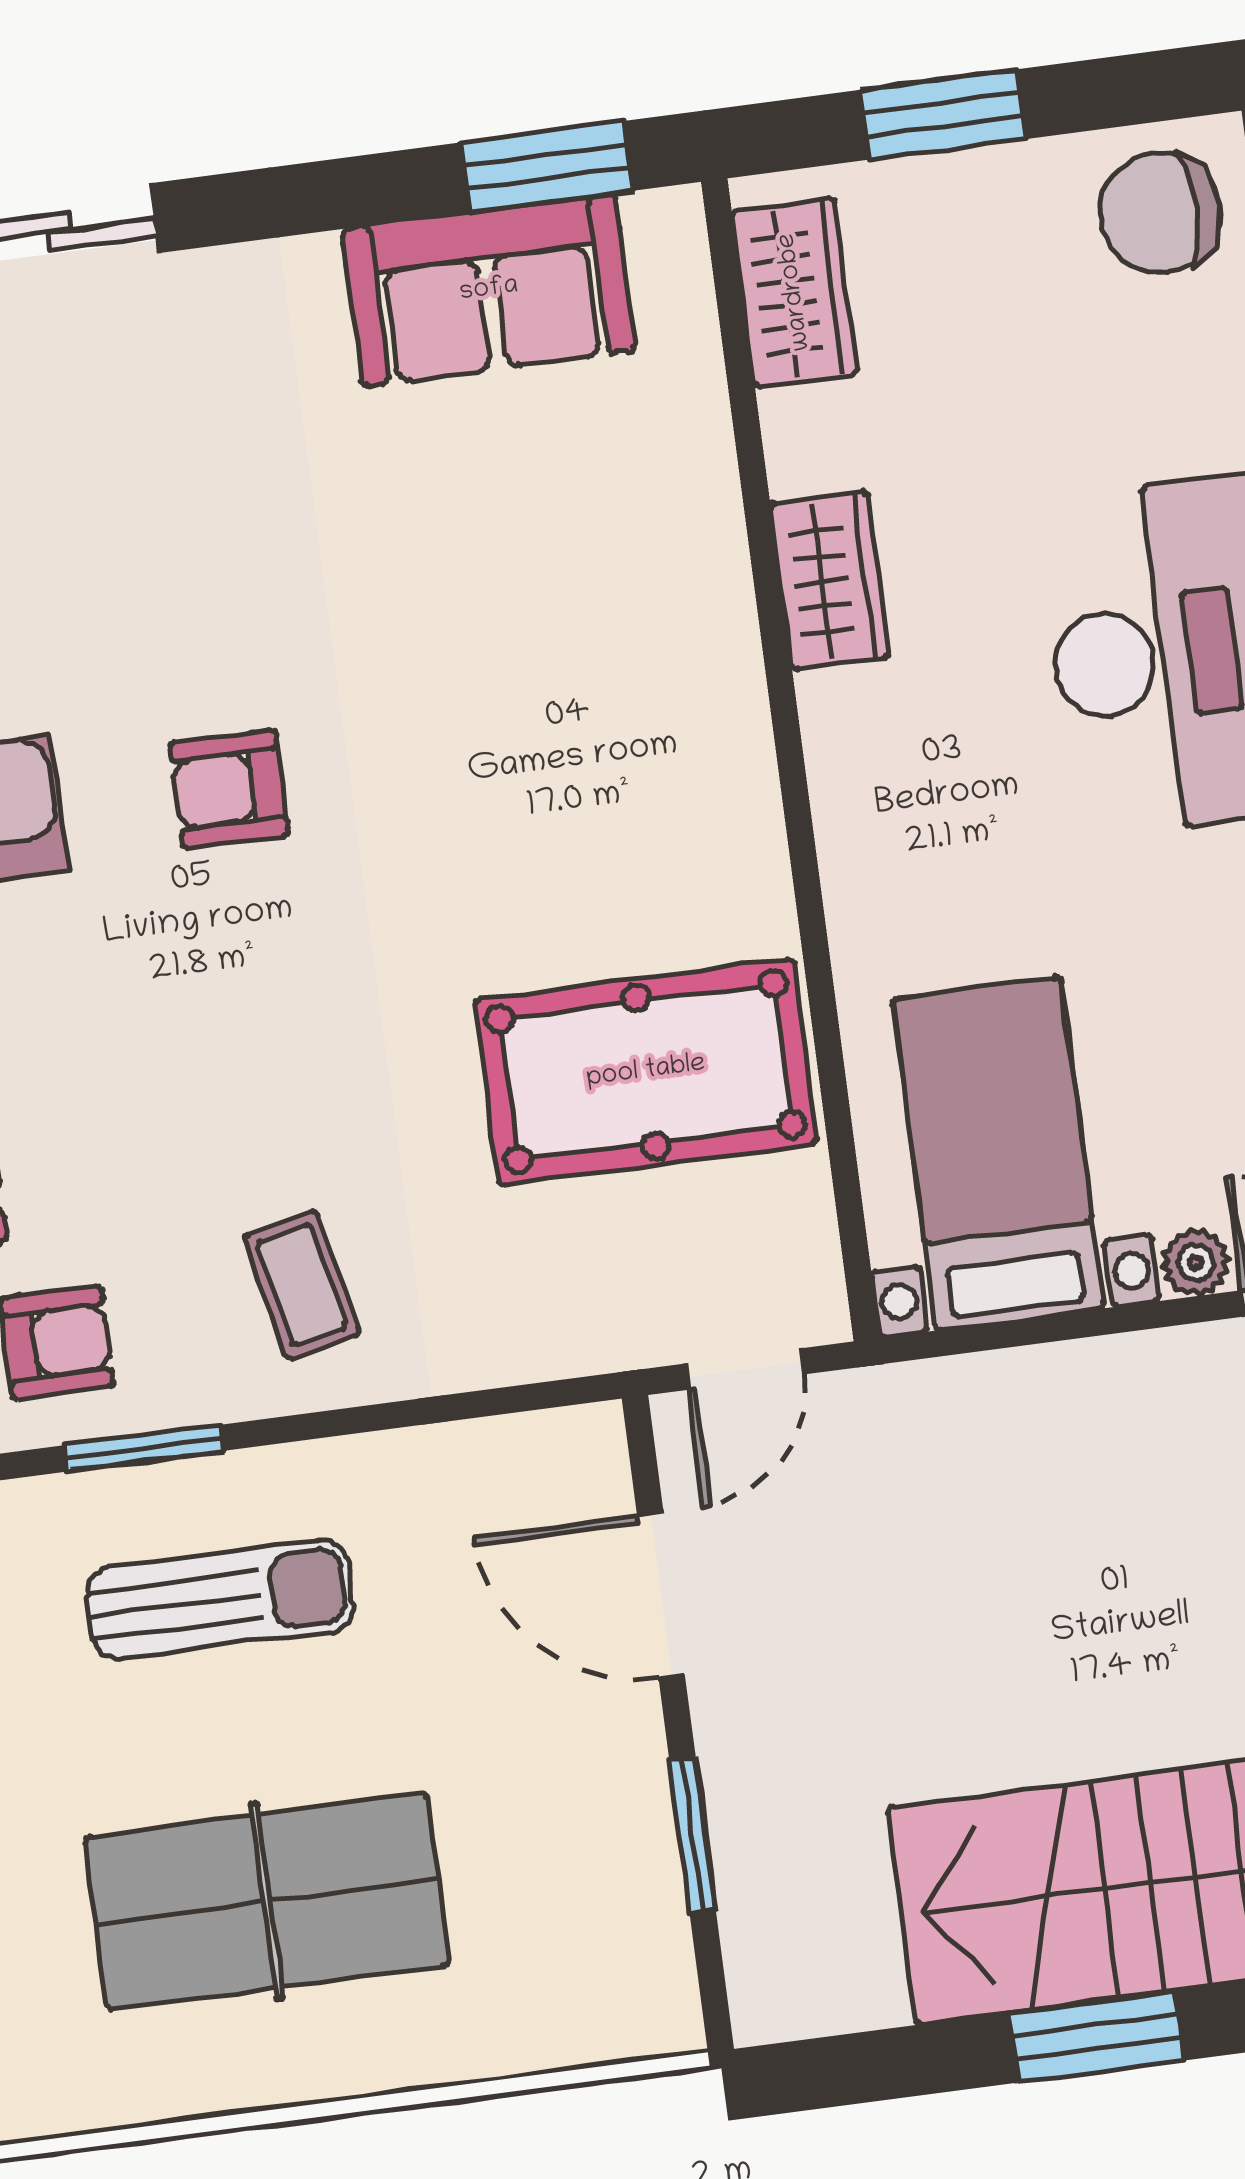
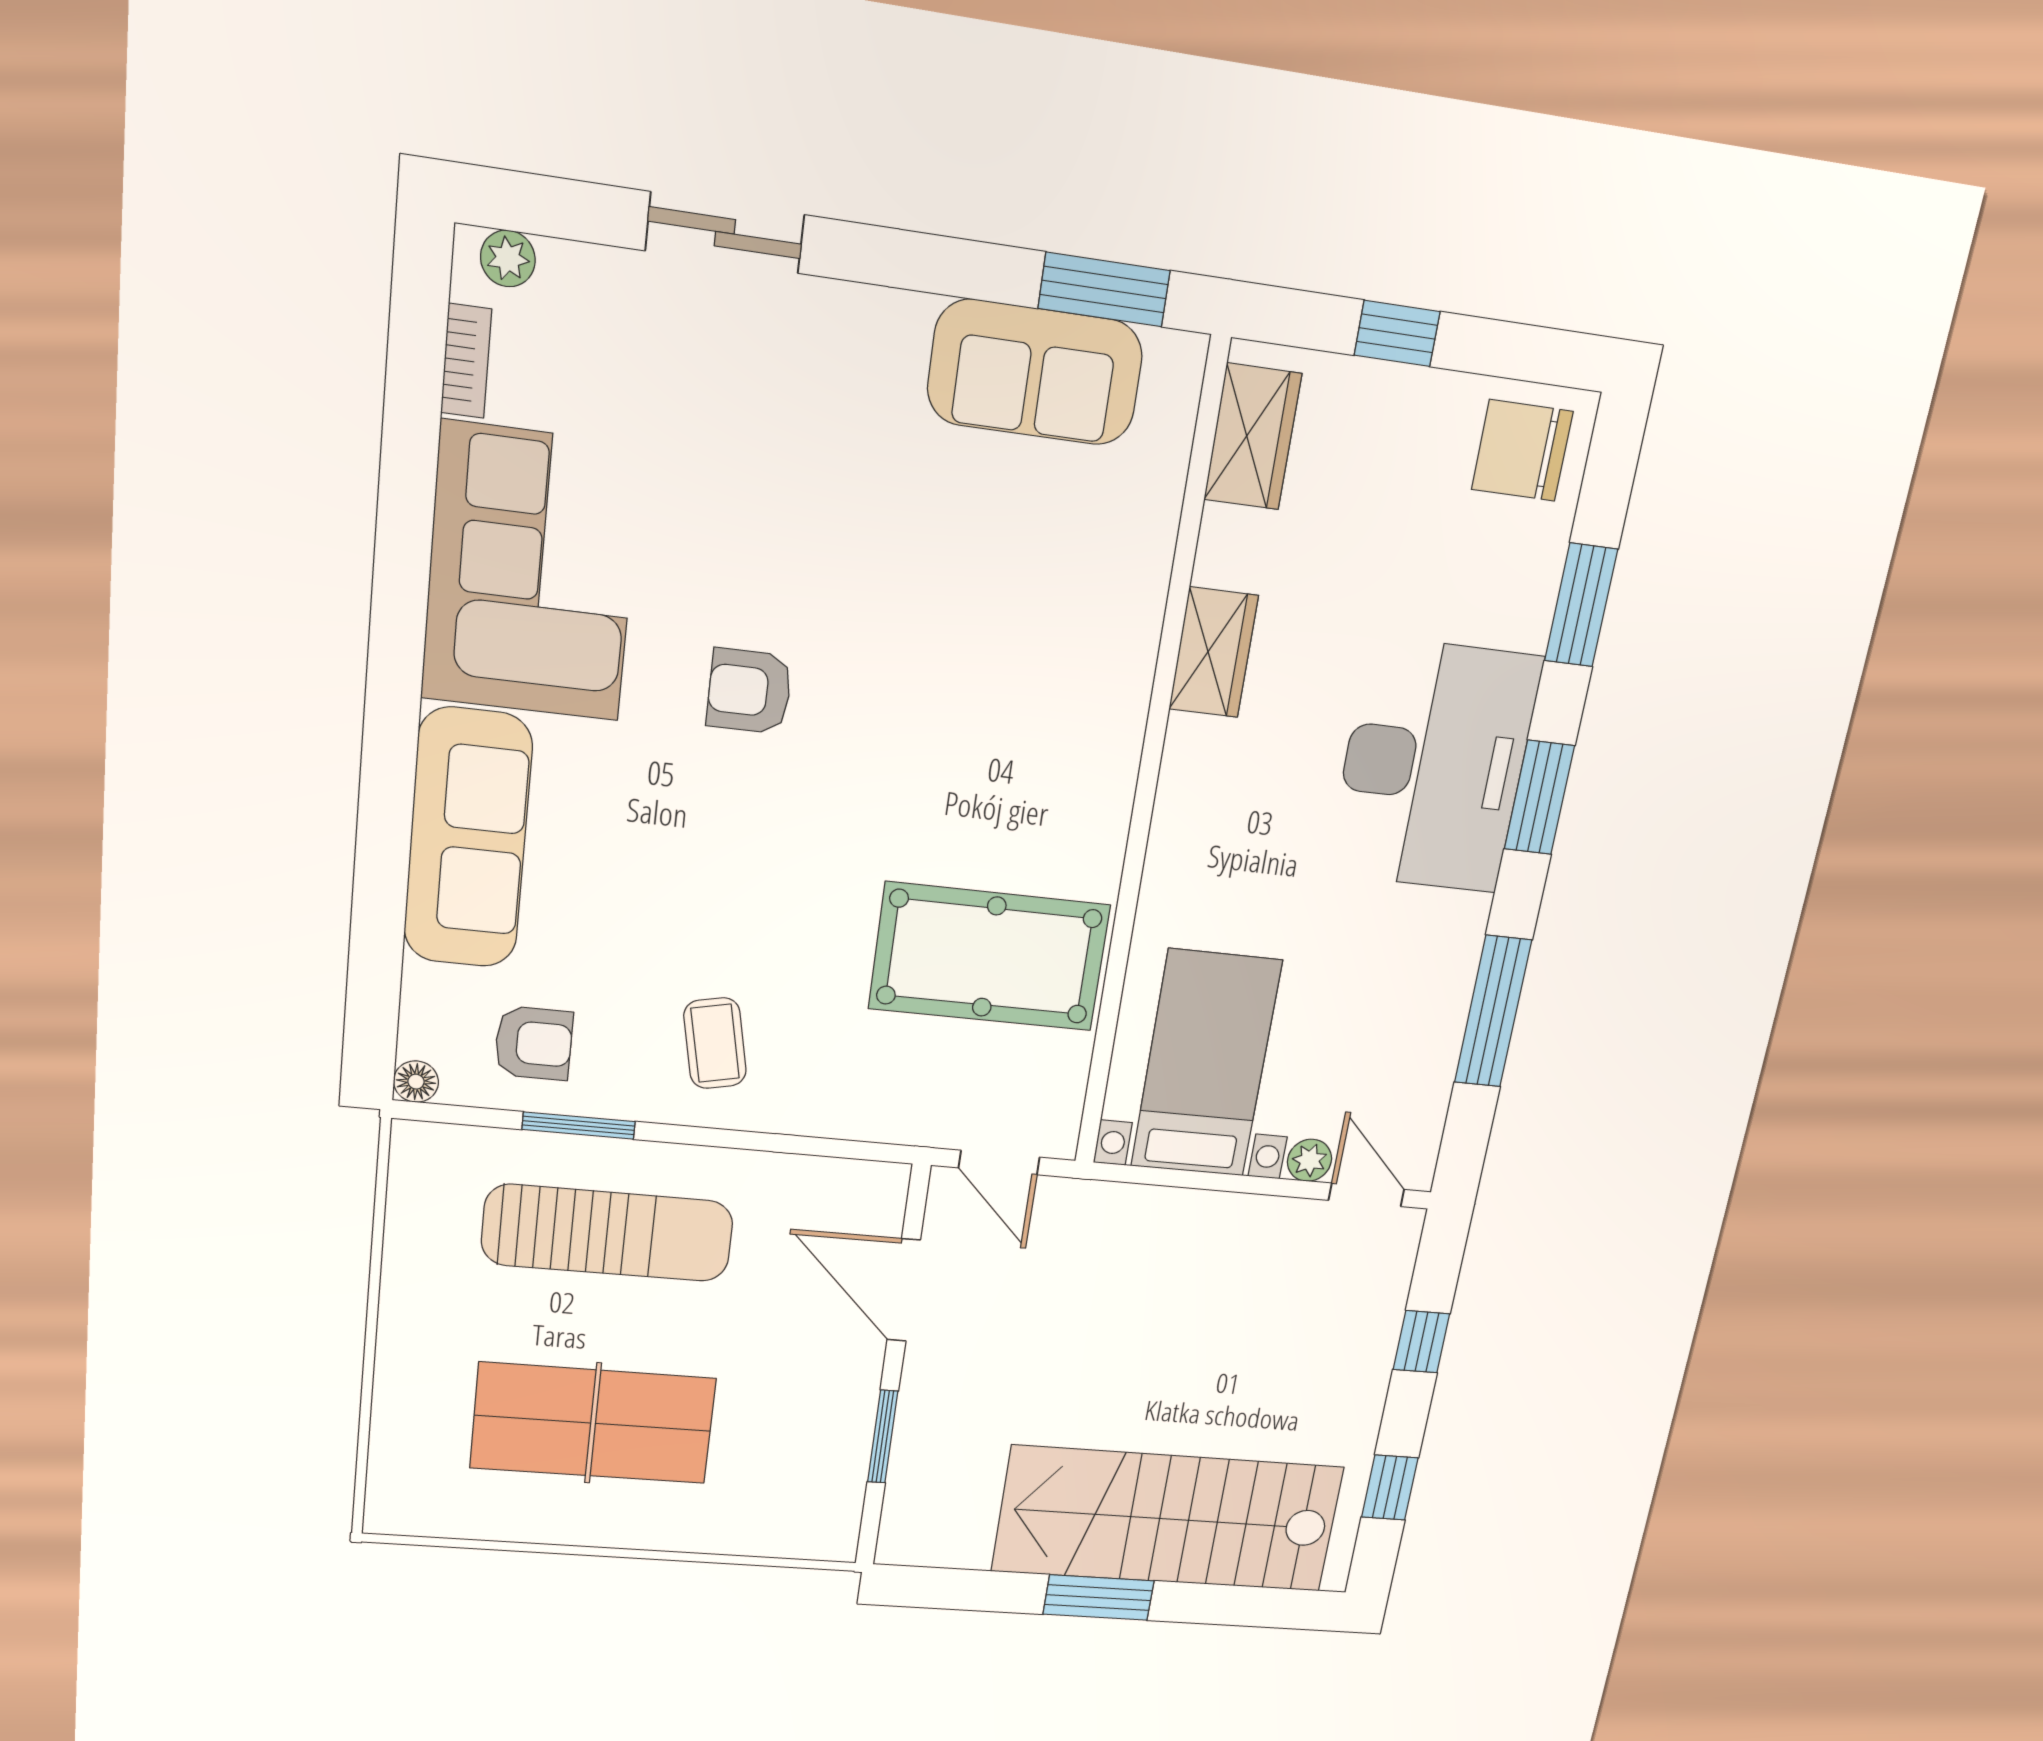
window: (943, 114) -> (1397, 333), width x0.67
door: (744, 1369) -> (999, 1163), hinge flipped
sun lounger: (220, 1600) -> (608, 1233), width x1.36, depth x1.34

